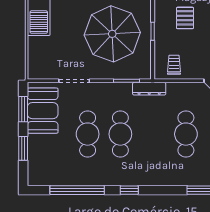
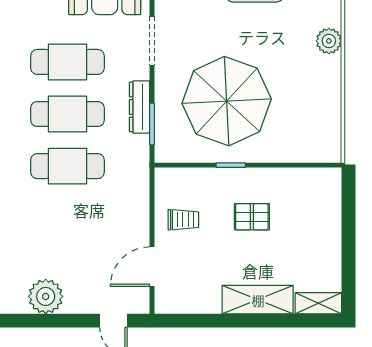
trolley: (174, 65) -> (183, 220), moved
dresser: (149, 89) -> (140, 107), moved
cafe table: (186, 134) -> (67, 166), moved

